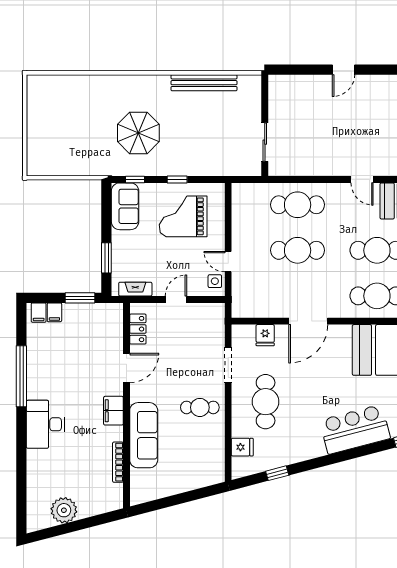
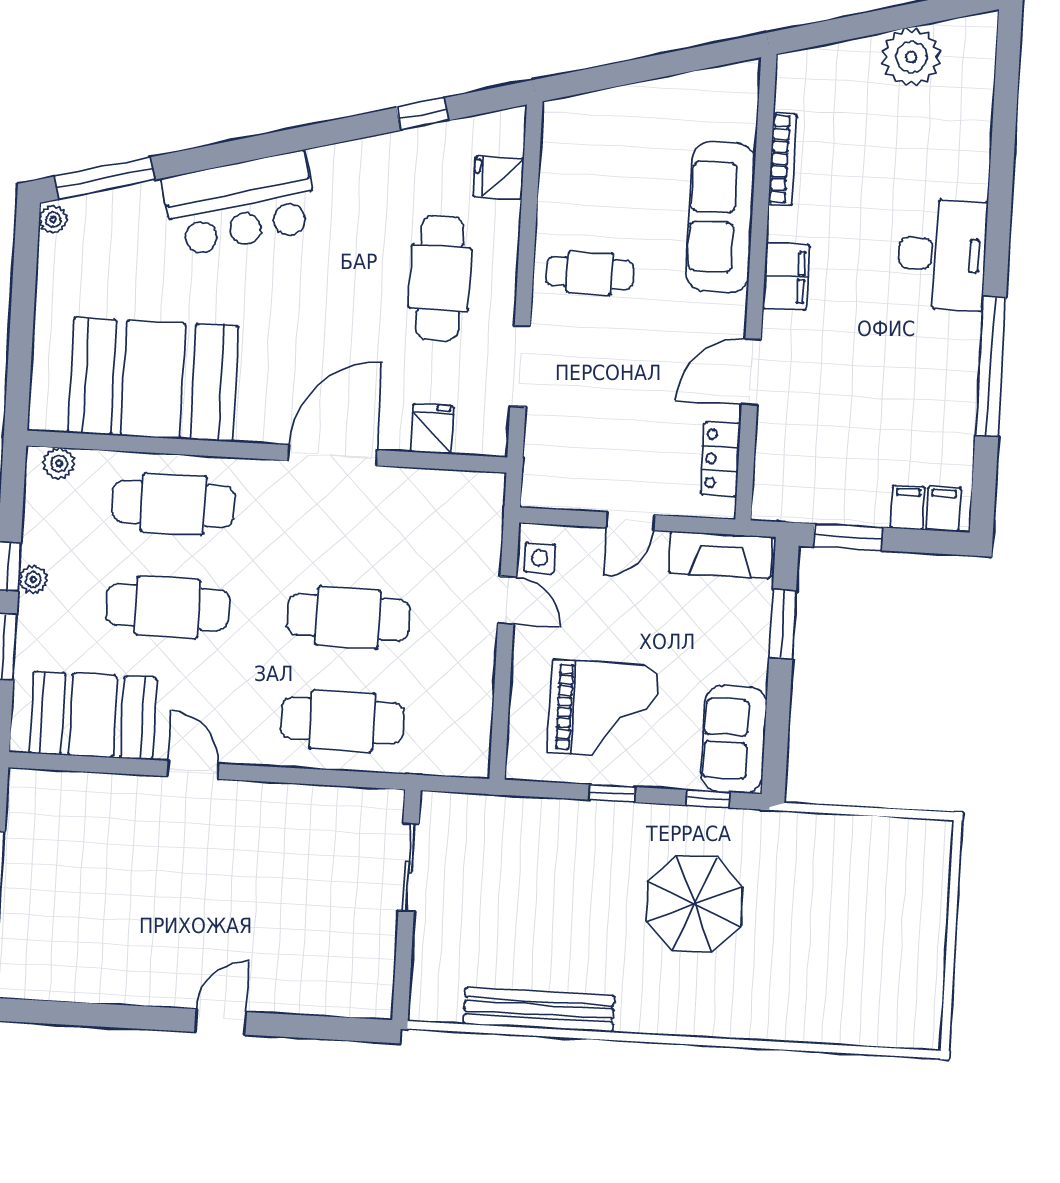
fireplace: (135, 289) -> (721, 555), width x1.37, depth x1.32

